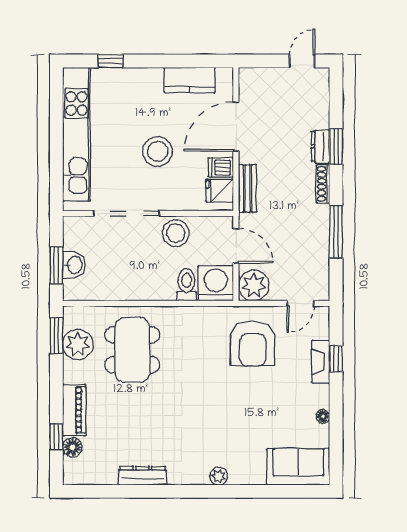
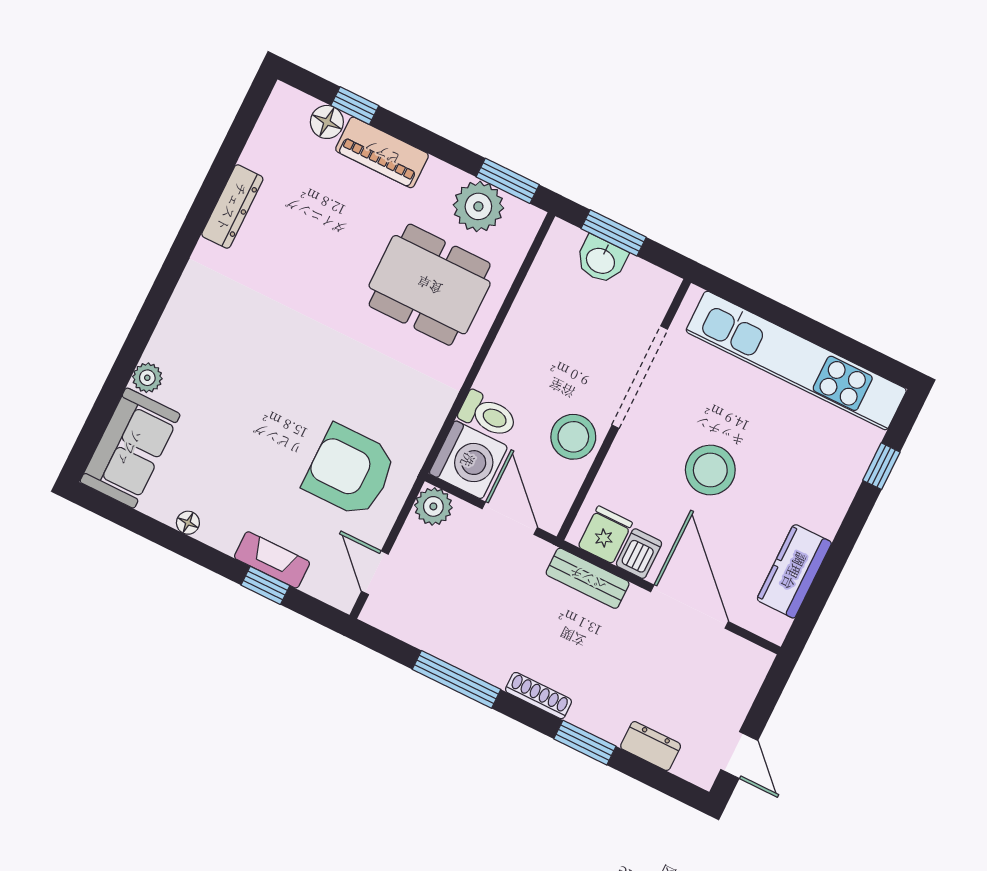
dresser: (321, 146) -> (651, 746), moved
door: (236, 246) -> (510, 518), swing flipped
plant: (254, 286) -> (433, 506), width x0.73, depth x0.73
plant: (219, 476) -> (147, 378), moved

